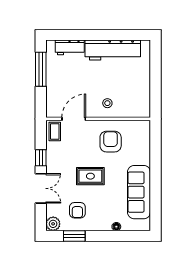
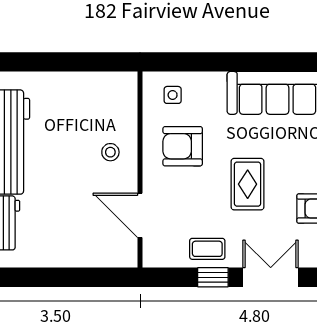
window: (41, 69) -> (47, 277), removed
coffee table: (55, 132) -> (207, 249), moved
side table: (138, 136) -> (173, 95), added

